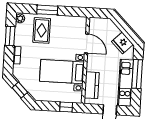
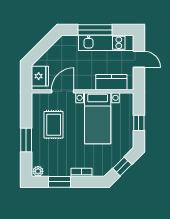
rug: (42, 30) -> (54, 125), moved, turned 90
fridge: (122, 43) -> (40, 76), moved, turned -45
window: (66, 107) -> (139, 123), moved

